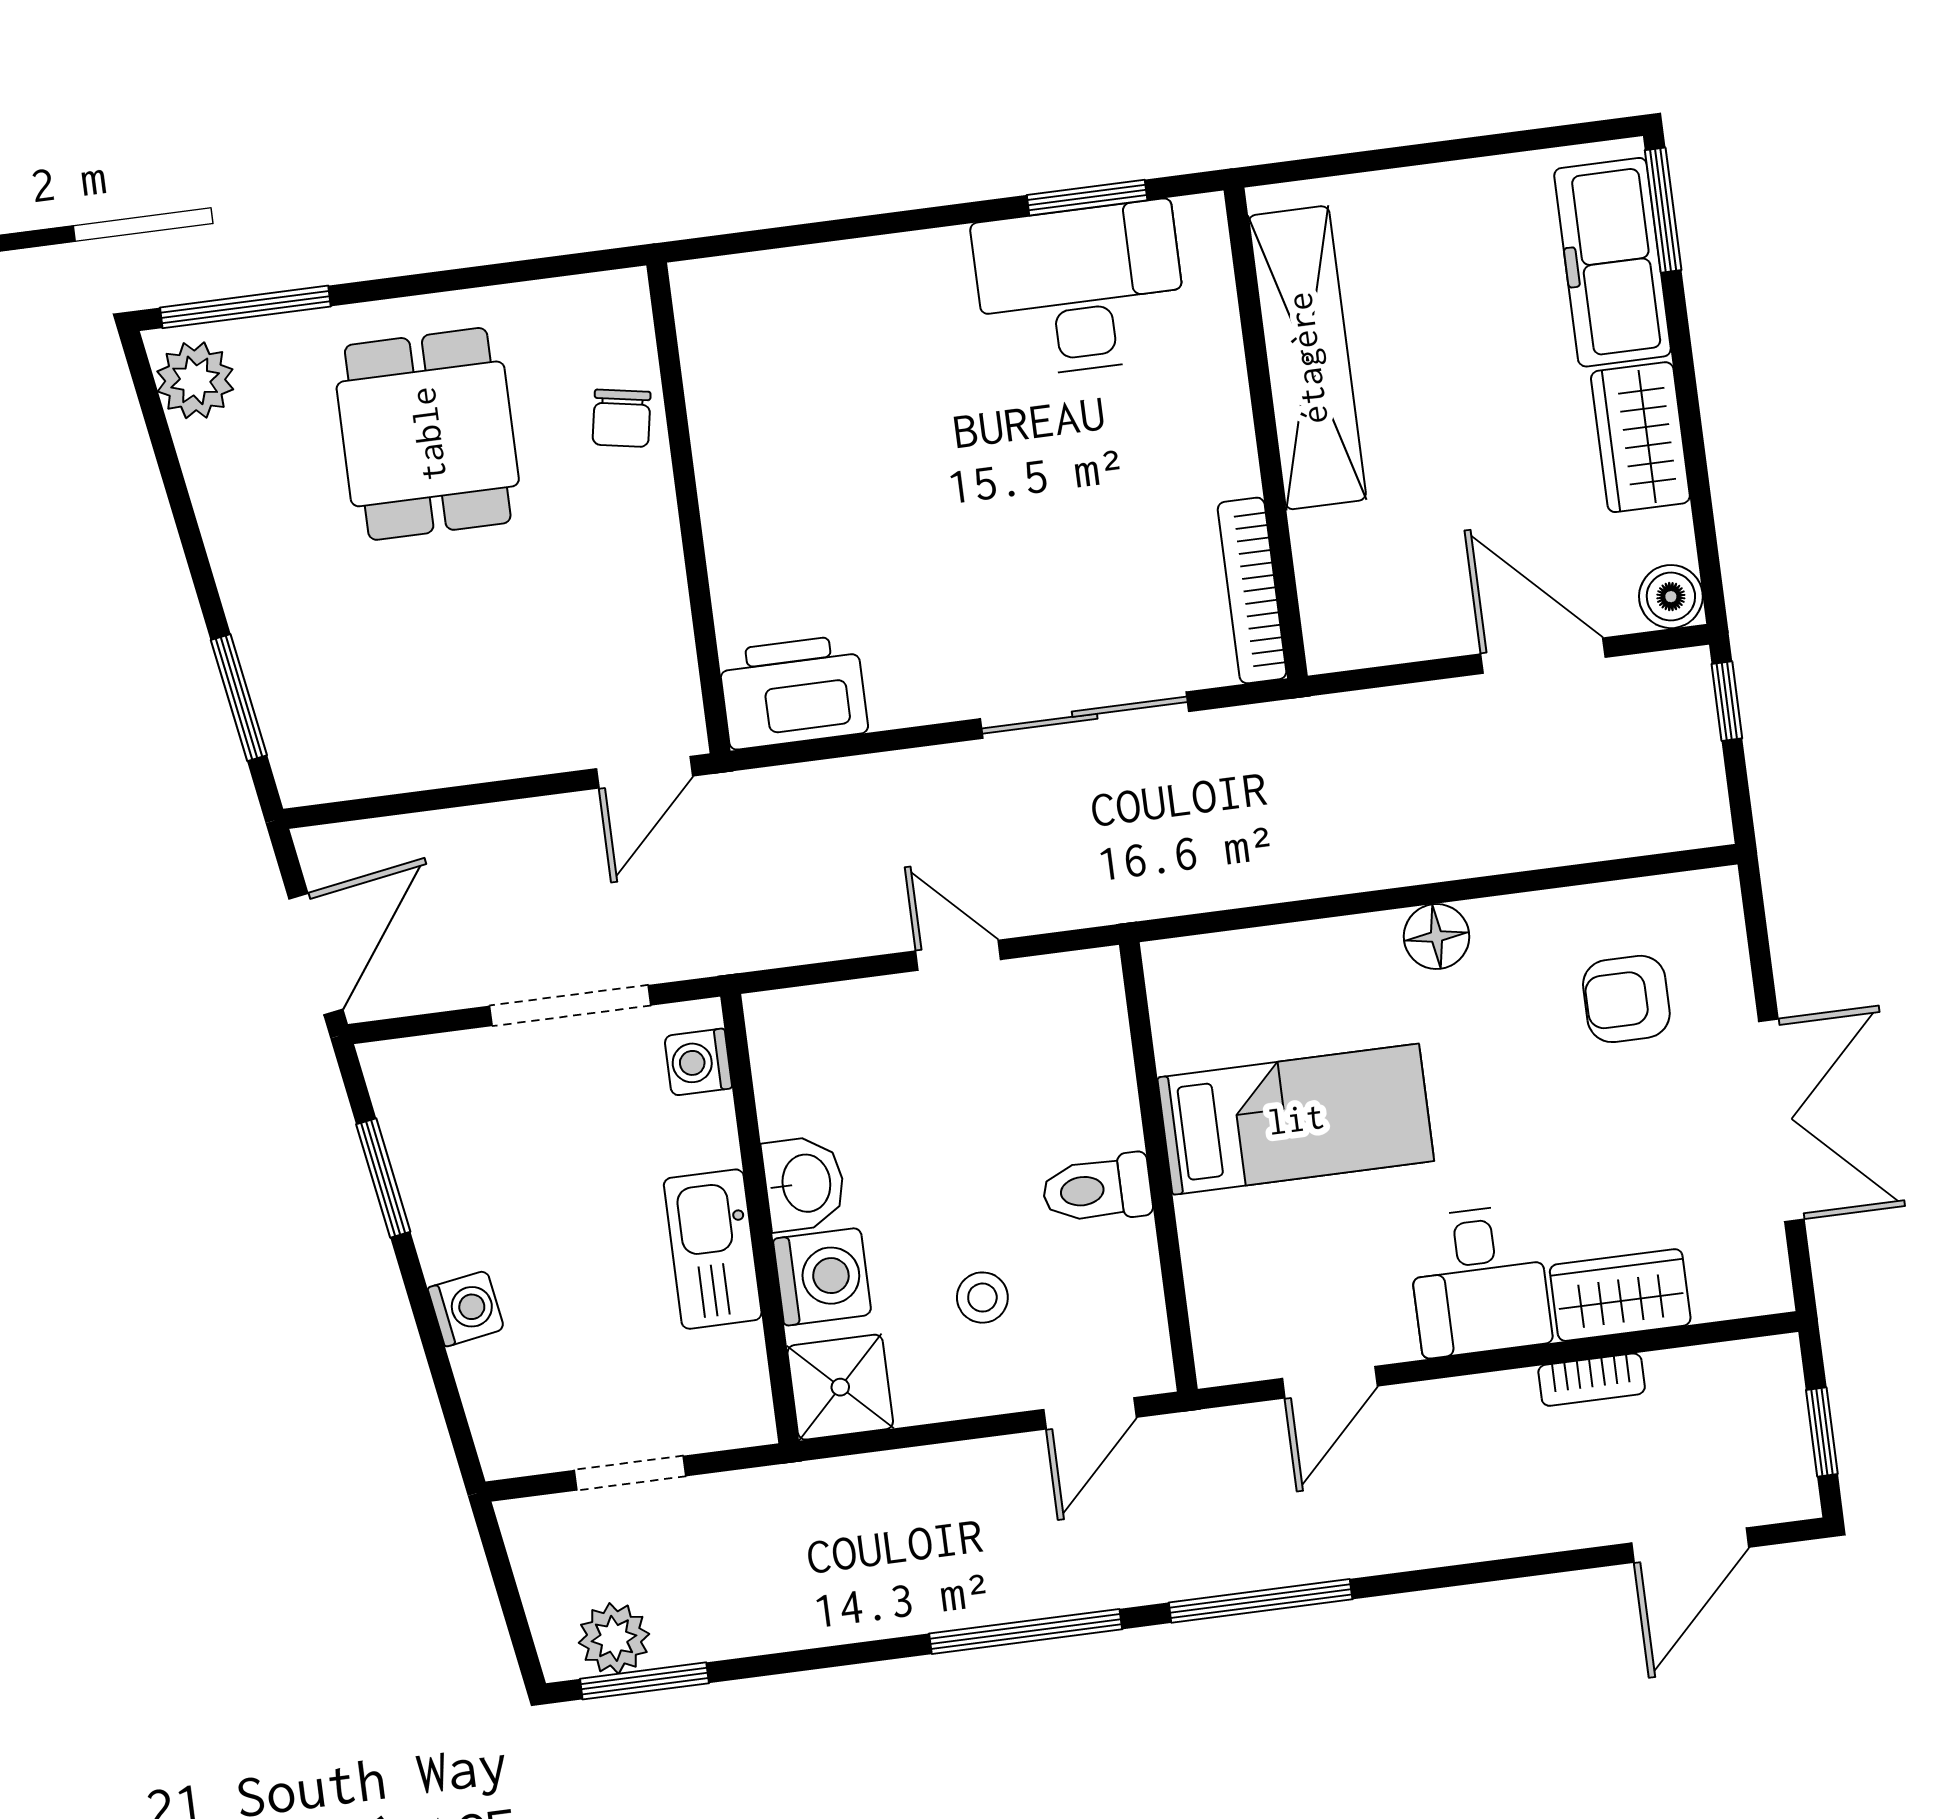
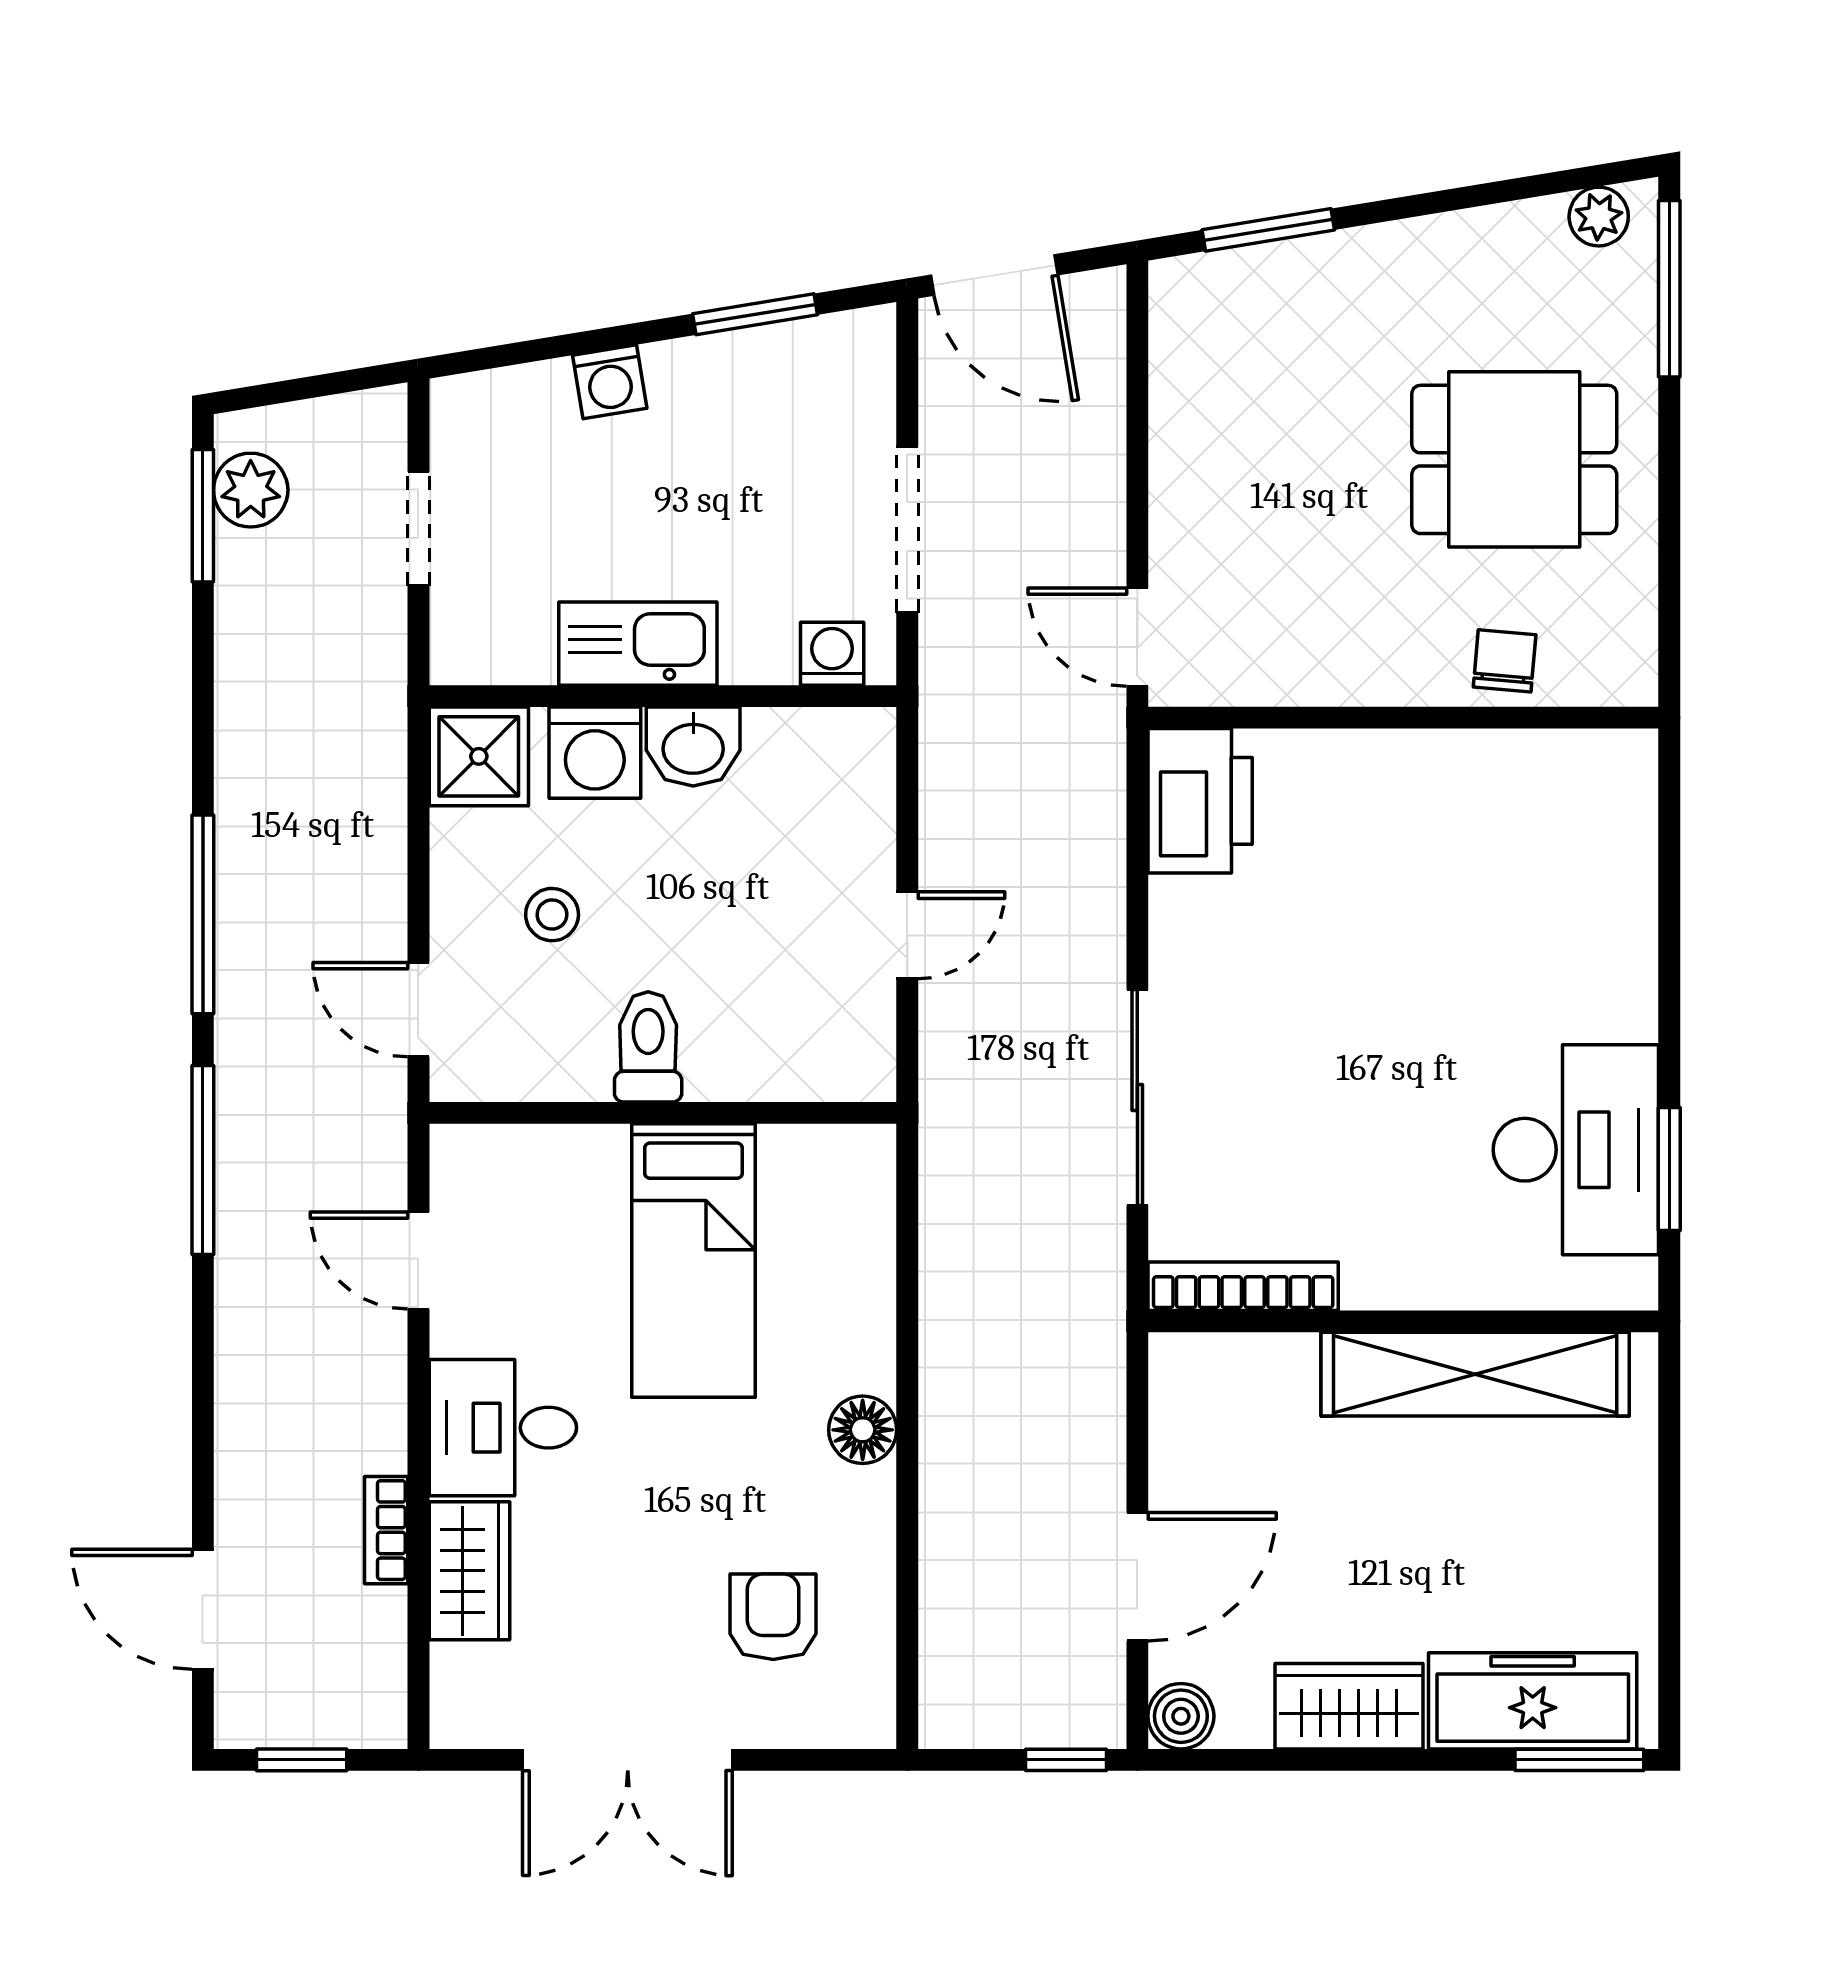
plant: (195, 380) -> (1599, 217), width x0.73, depth x0.73
chair: (622, 418) -> (1505, 661), turned 85

